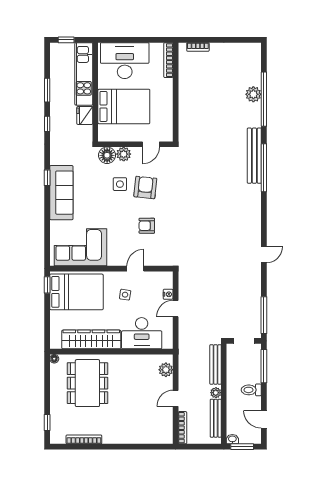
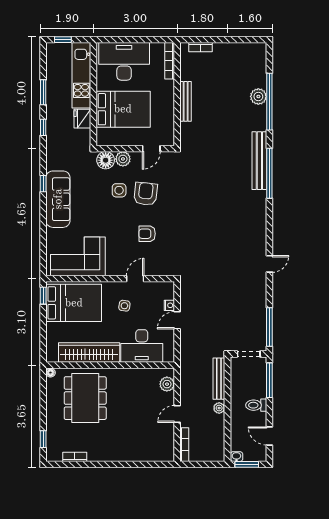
bench: (216, 418) -> (186, 101), moved
bookcase: (84, 439) -> (75, 457), width x0.64

